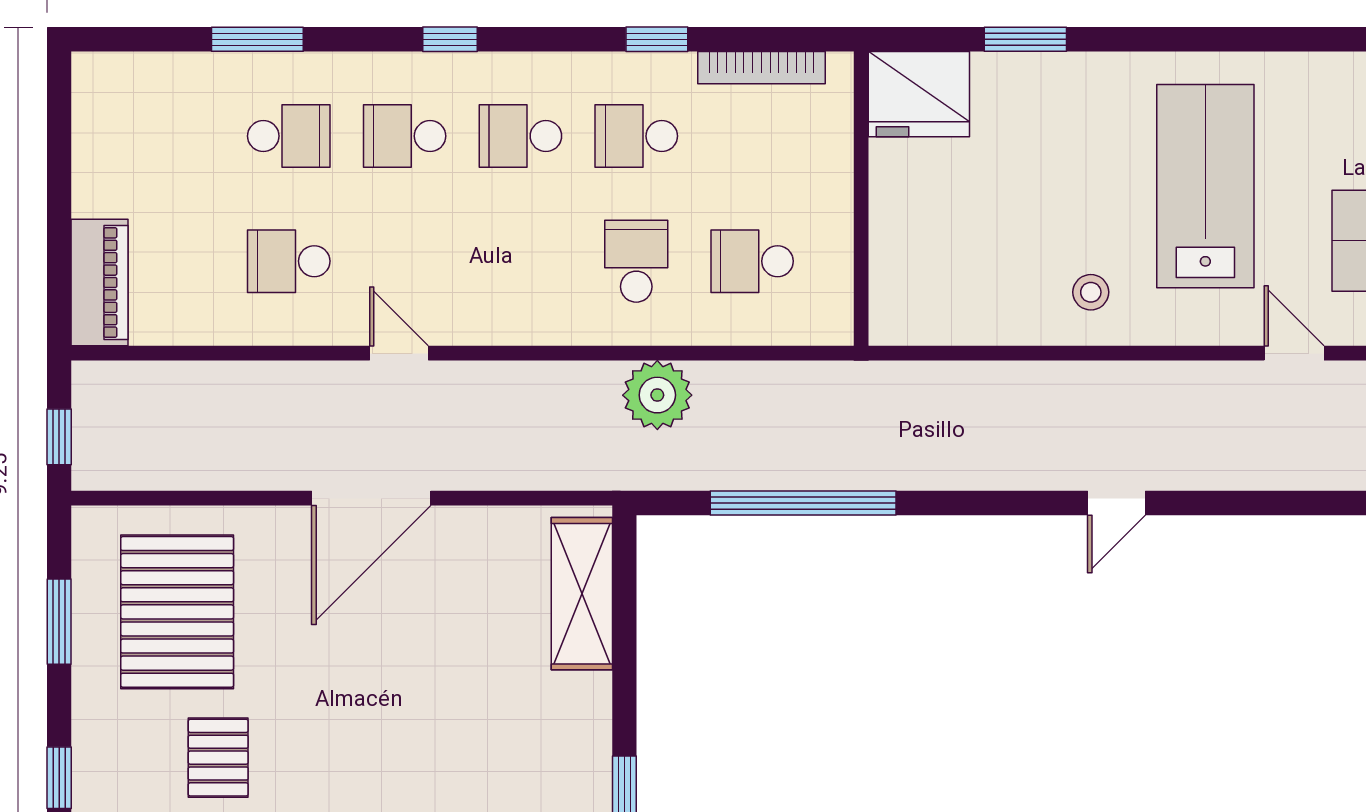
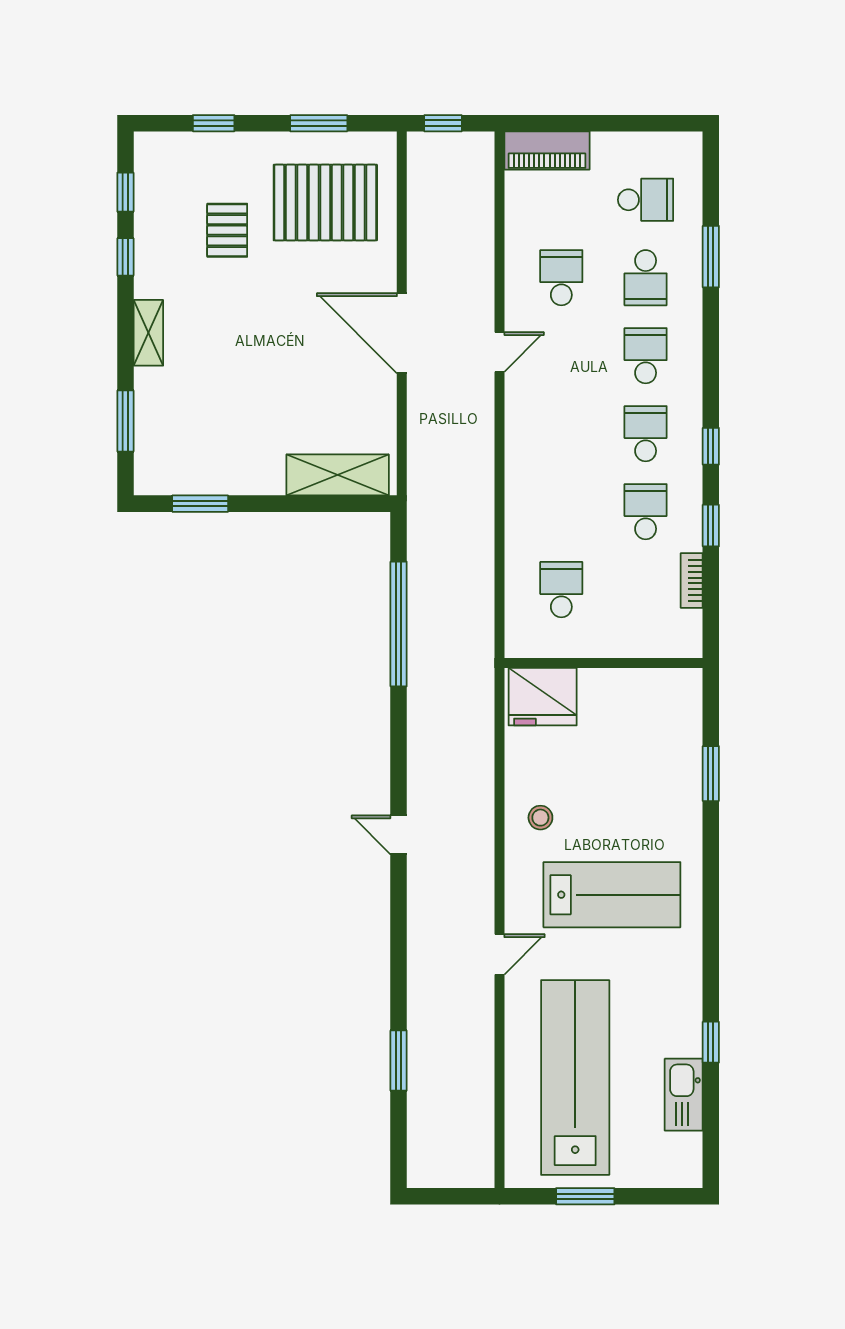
window: (450, 39) -> (711, 446), moved
bookcase: (761, 68) -> (692, 580), width x0.64
fridge: (919, 94) -> (543, 697), moved, turned -90
school desk: (636, 261) -> (646, 200), moved
plant: (657, 395) -> (471, 526), removed
pallet: (218, 758) -> (227, 230), turned 90

